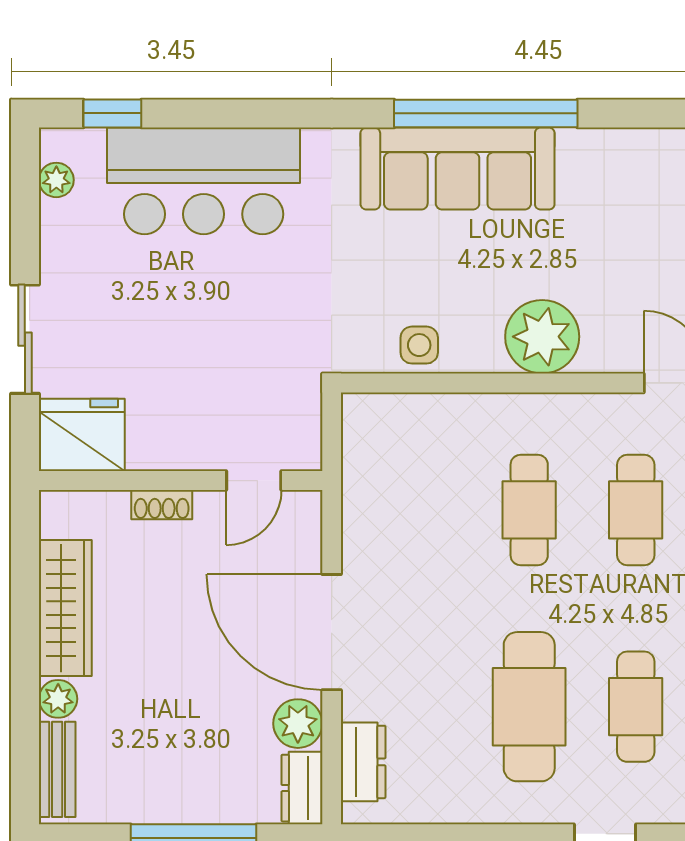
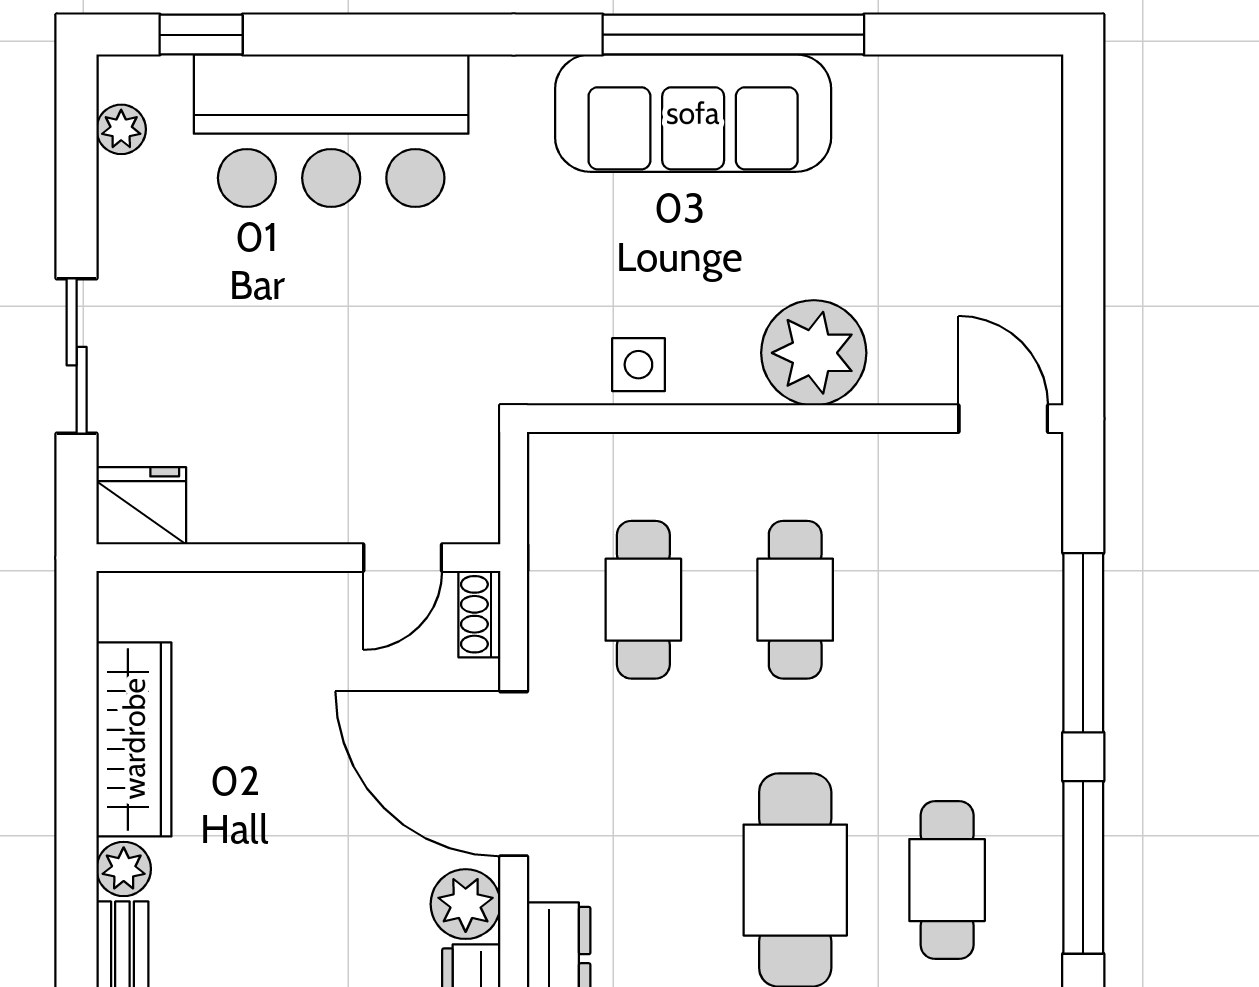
fridge: (82, 435) -> (141, 506), width x0.73, depth x0.75
shoe rack: (162, 505) -> (479, 614), moved, turned 90
cafe table: (636, 510) -> (643, 600), moved

